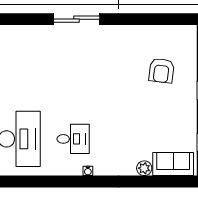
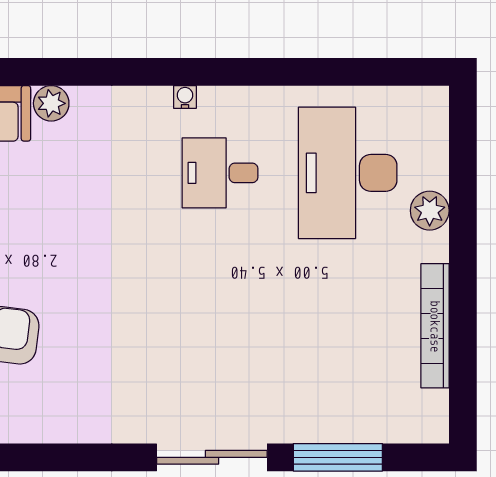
window: (23, 19) -> (338, 457), added

